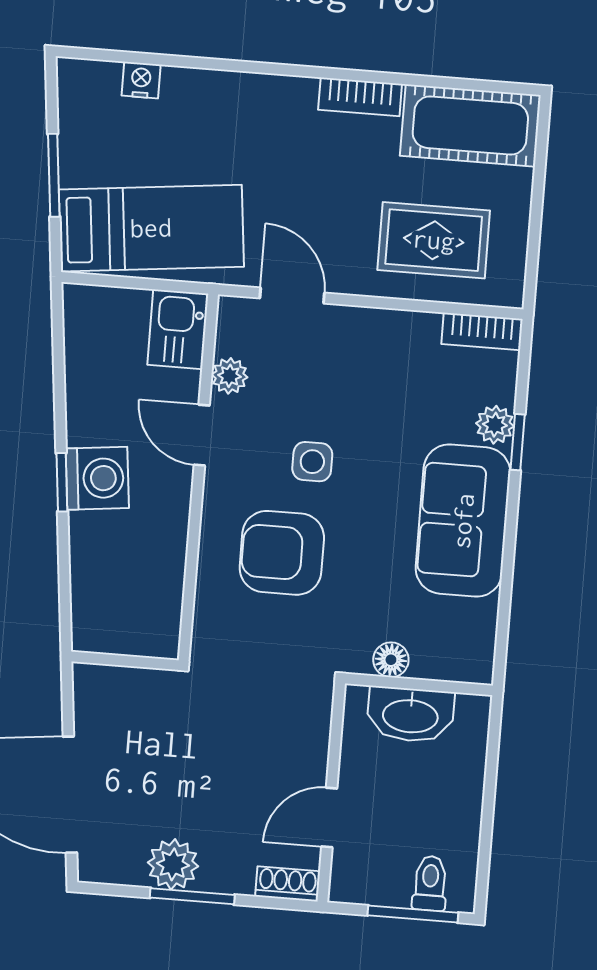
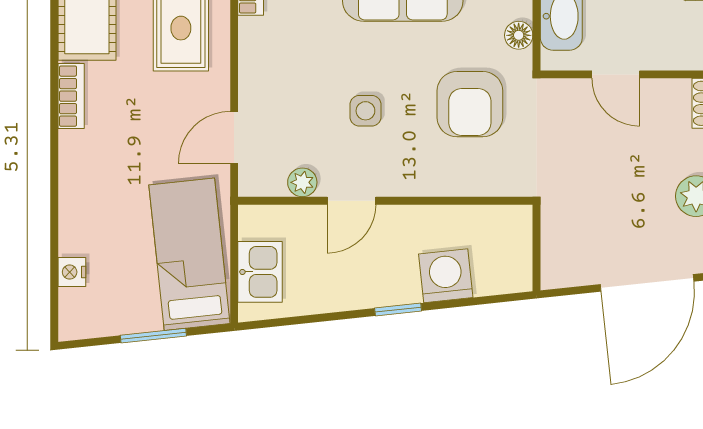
kitchen sink: (178, 329) -> (260, 272), moved, turned -90
washing machine: (97, 478) -> (446, 276), moved
armchair: (282, 553) -> (470, 104), moved
door: (329, 817) -> (616, 74), moved

